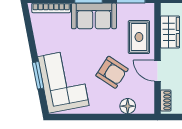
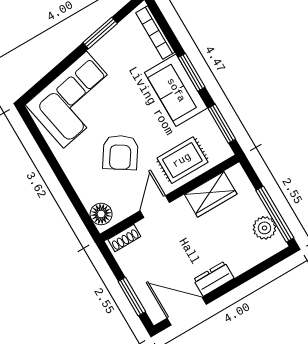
window: (38, 75) -> (100, 33), moved
floor lamp: (128, 106) -> (101, 214), moved

